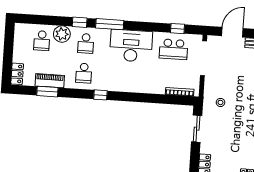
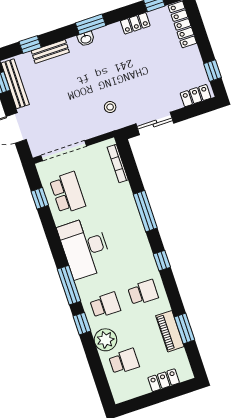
locker: (17, 74) -> (164, 380), moved
window: (139, 97) -> (145, 211), added

